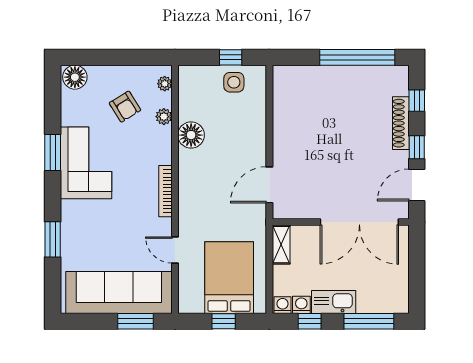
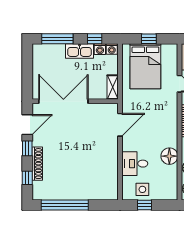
desk: (246, 123) -> (135, 164), added

